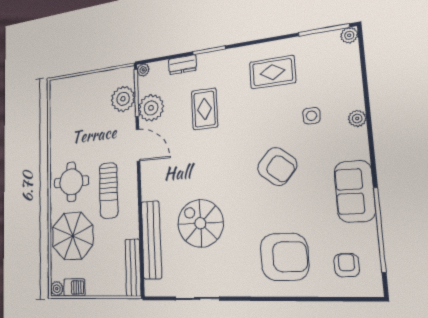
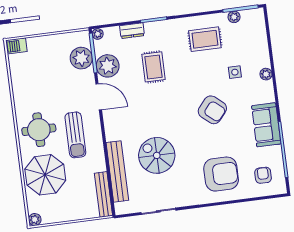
plant: (349, 35) -> (234, 17), moved
barbecue: (74, 287) -> (16, 46), moved, turned 180

